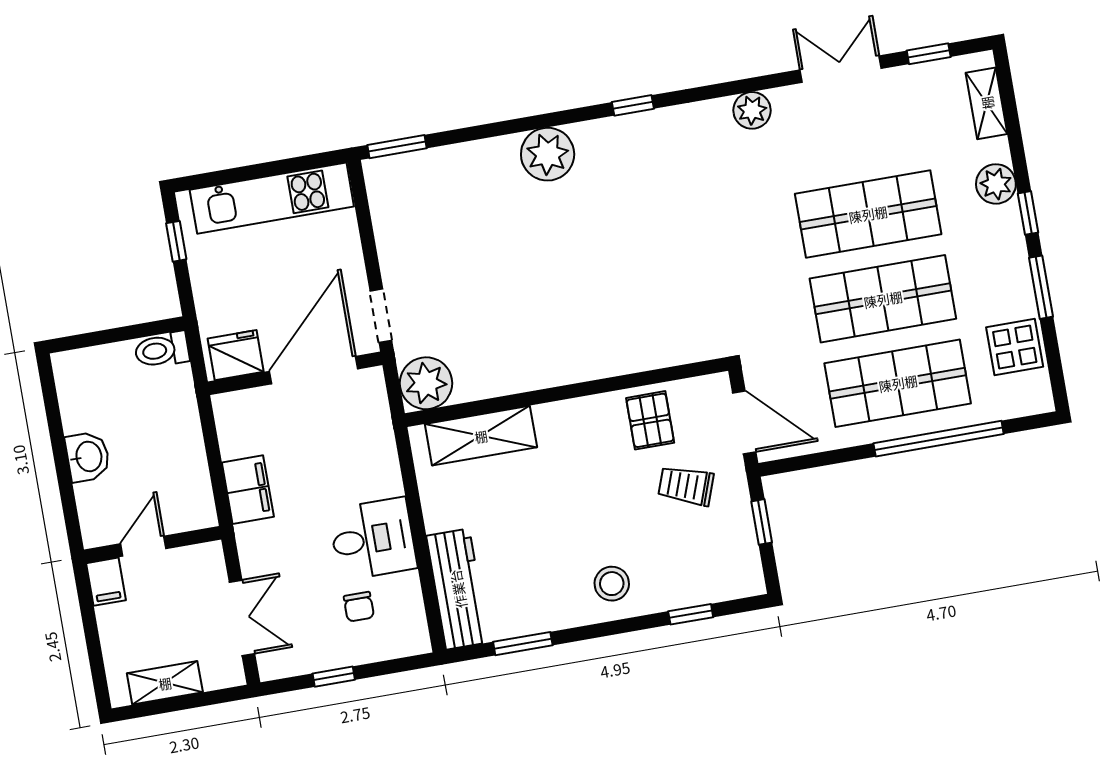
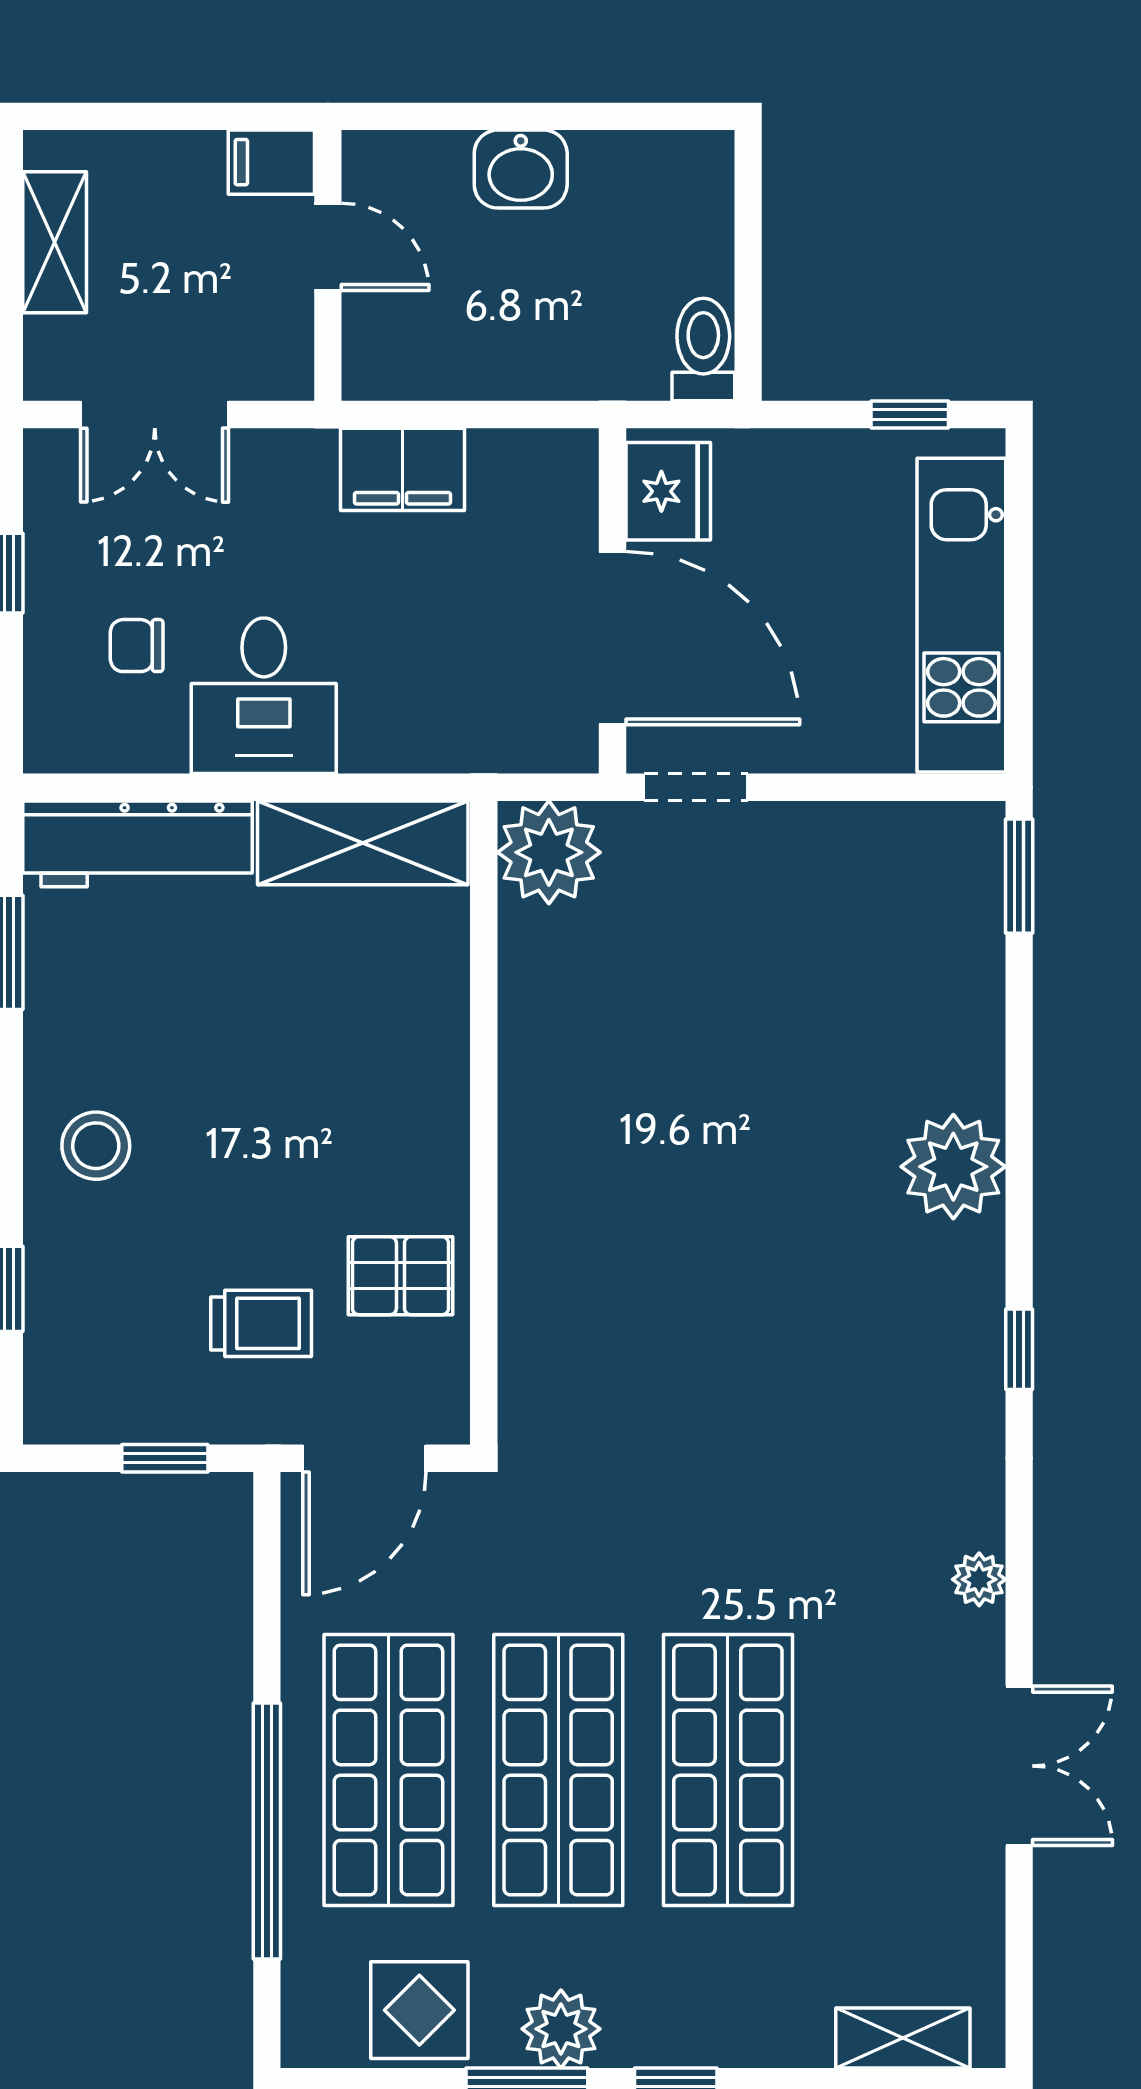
window: (929, 54) -> (1019, 1942), removed
plant: (752, 110) -> (979, 1579), width x0.73, depth x0.73
plant: (996, 184) -> (561, 2029), moved
shelving: (481, 436) -> (363, 843), moved, turned 90
trolley: (686, 486) -> (261, 1323), turned 70

